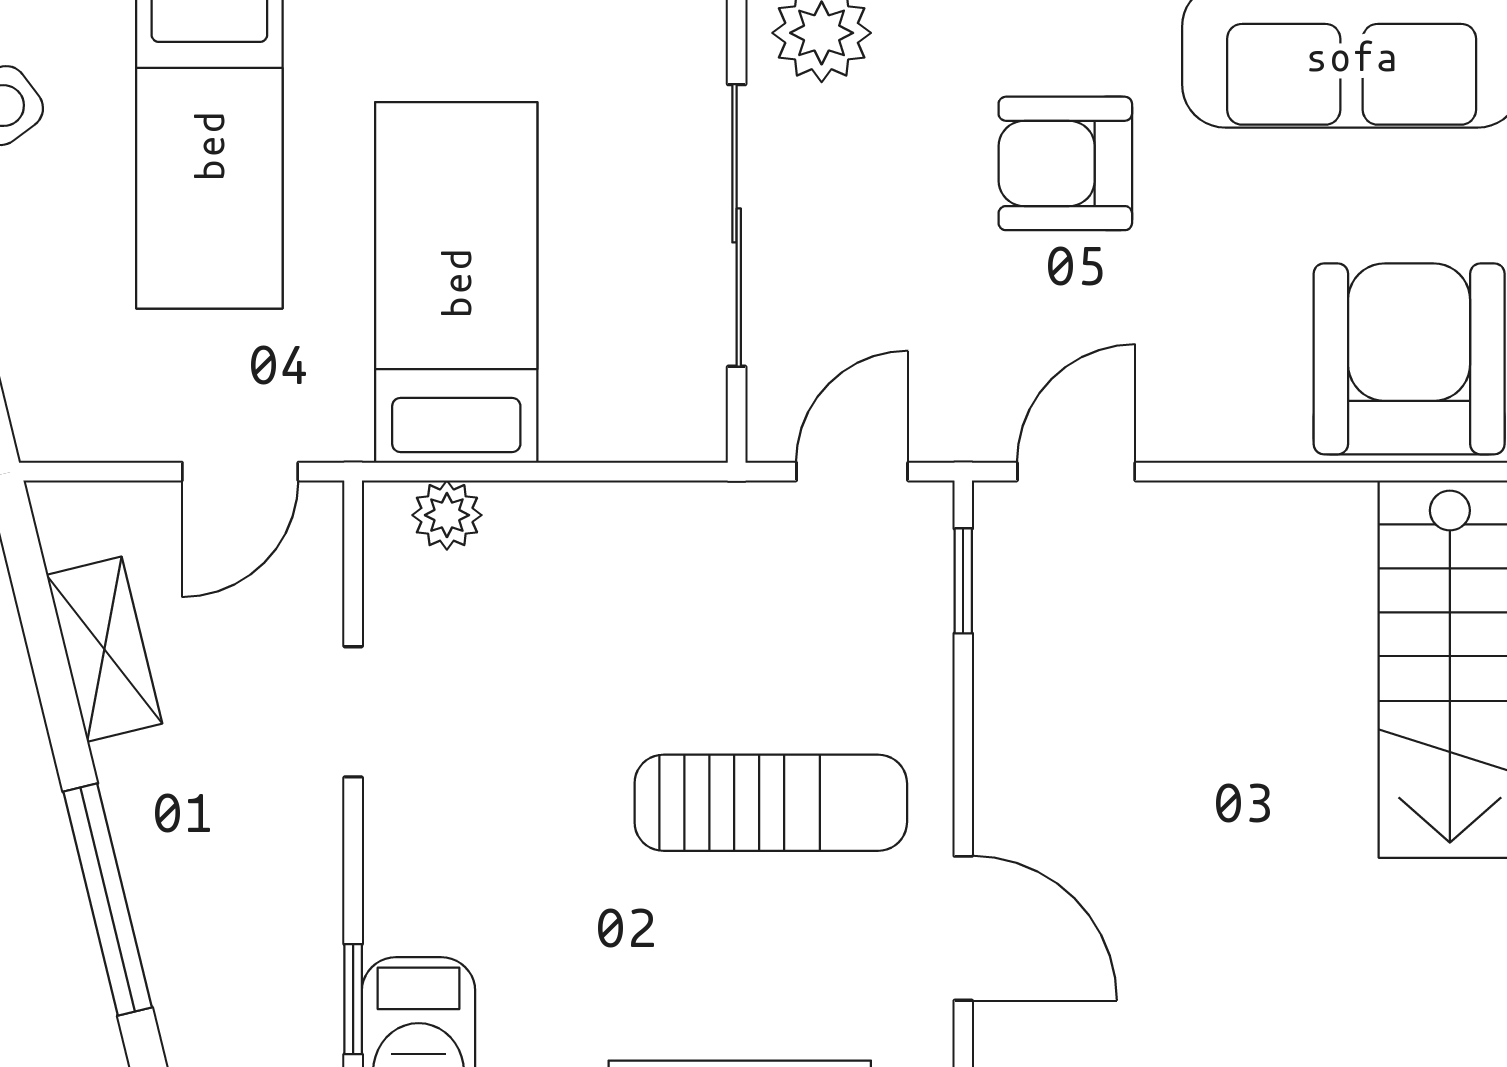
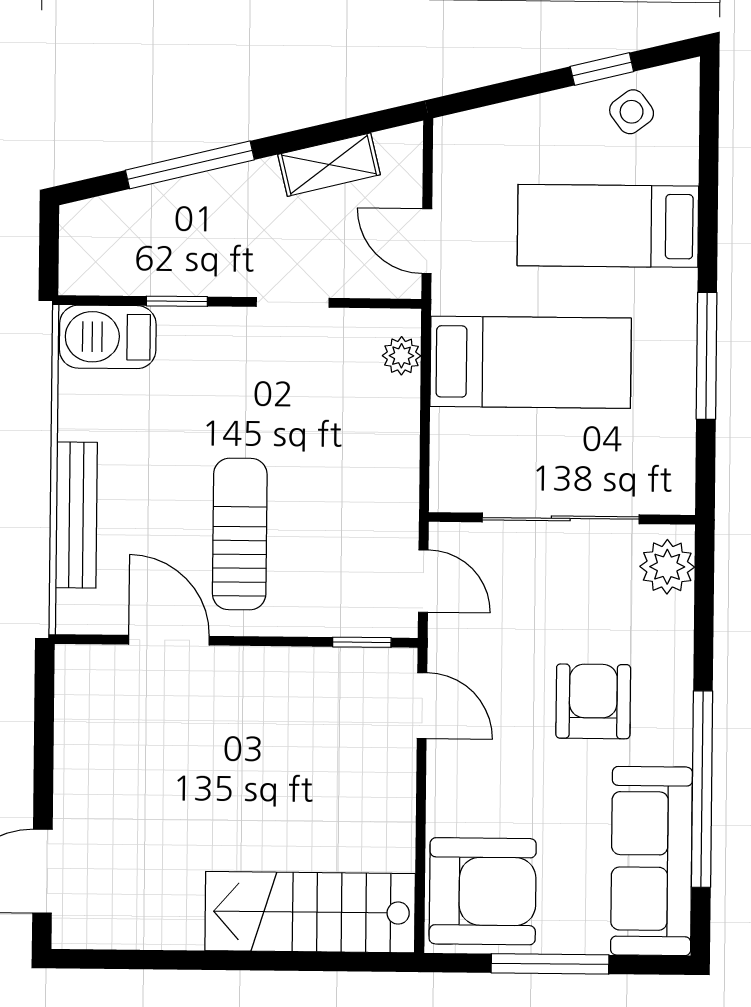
sun lounger: (771, 803) -> (240, 534), turned 180
door: (963, 928) -> (169, 640), swing flipped
window: (353, 999) -> (177, 301), moved

